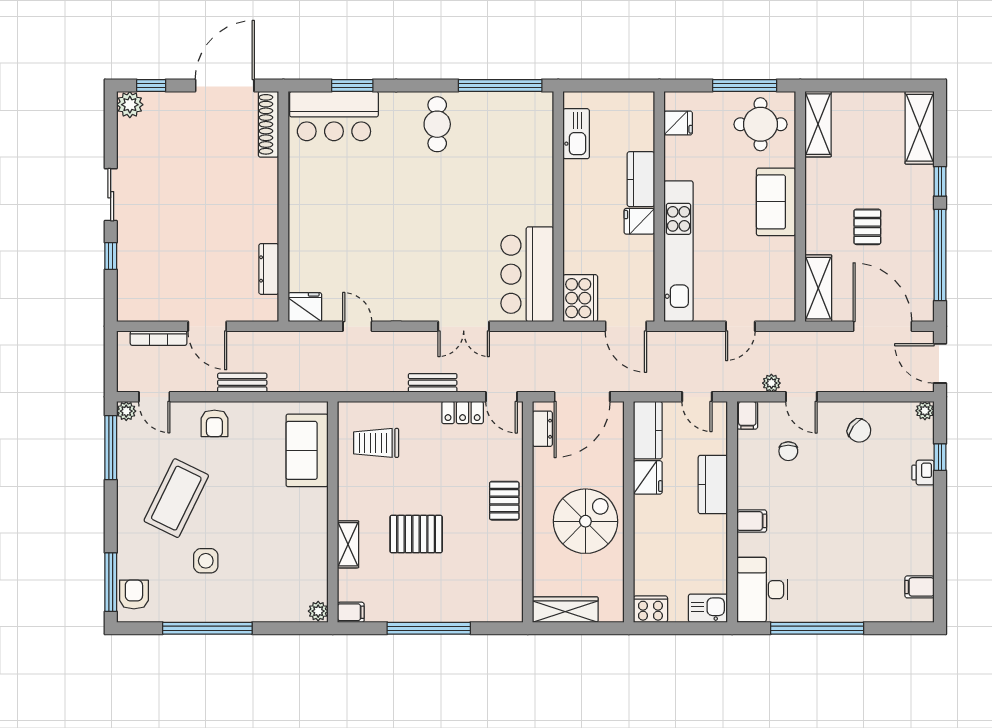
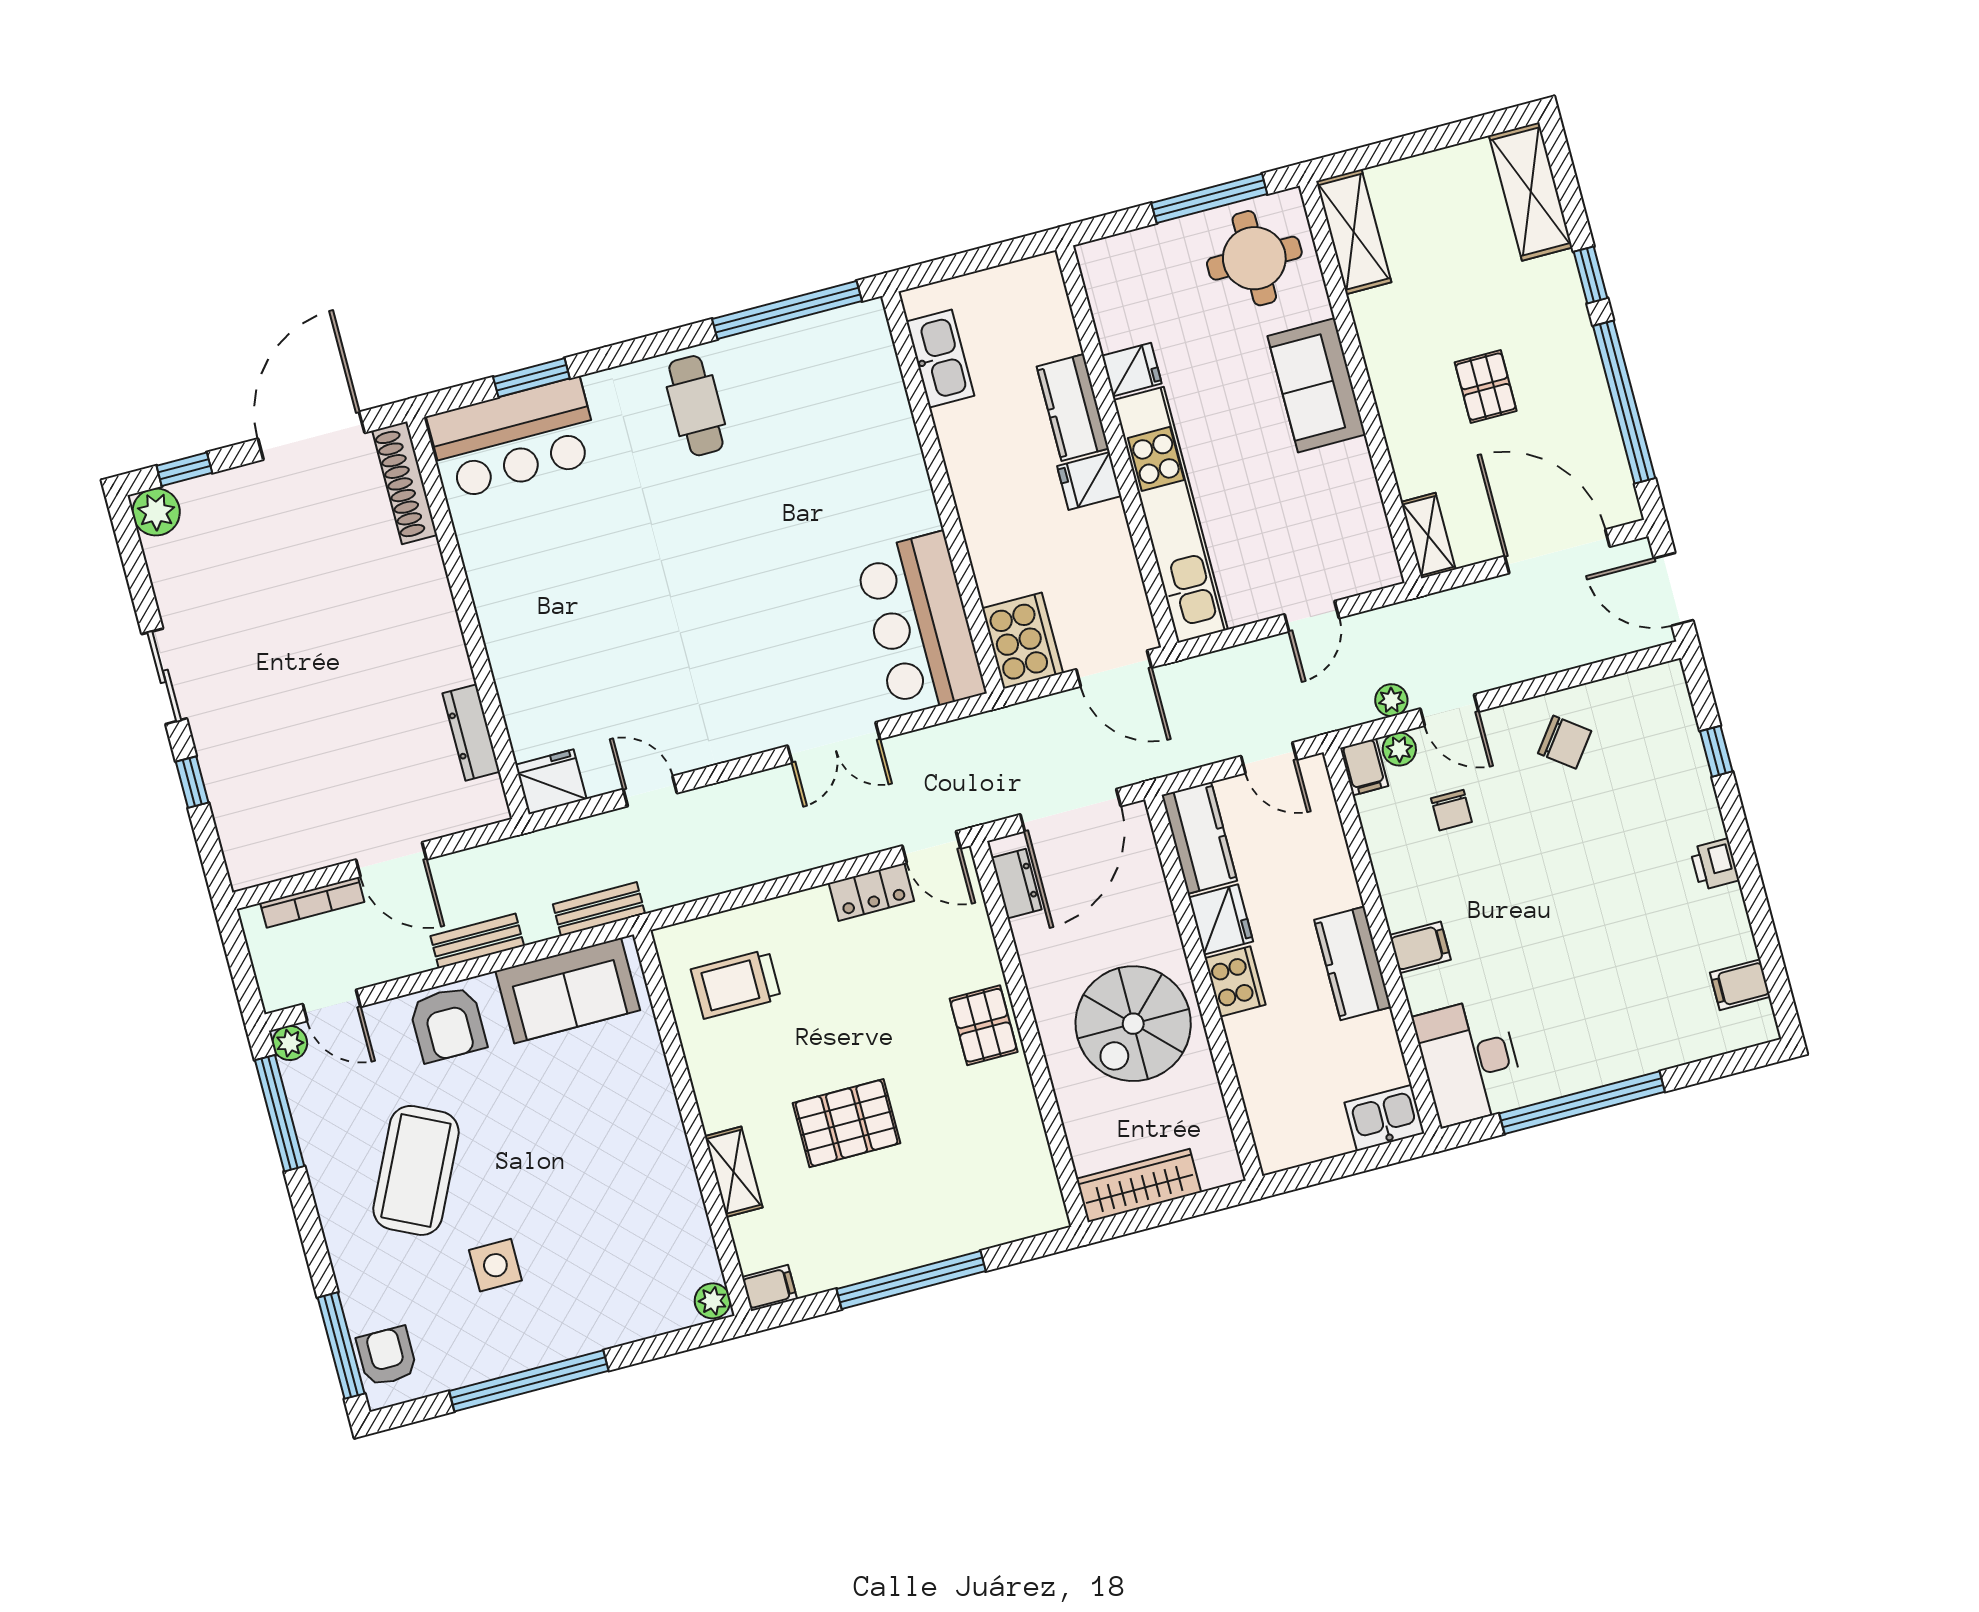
fridge: (678, 123) -> (1132, 370), moved
shelving: (818, 288) -> (1428, 536), width x0.67, depth x0.75
bench: (433, 383) -> (599, 909), moved
plant: (925, 411) -> (1399, 749), moved
armchair: (214, 423) -> (448, 1024), width x1.38, depth x1.38
sofa: (307, 450) -> (568, 991), moved, turned -90
printer: (923, 473) -> (1715, 864), moved
kitchen counter: (713, 484) -> (1353, 963), moved
spiral stairs: (585, 521) -> (1133, 1024), turned 180
cooker: (650, 609) -> (1235, 981), moved, turned 90

